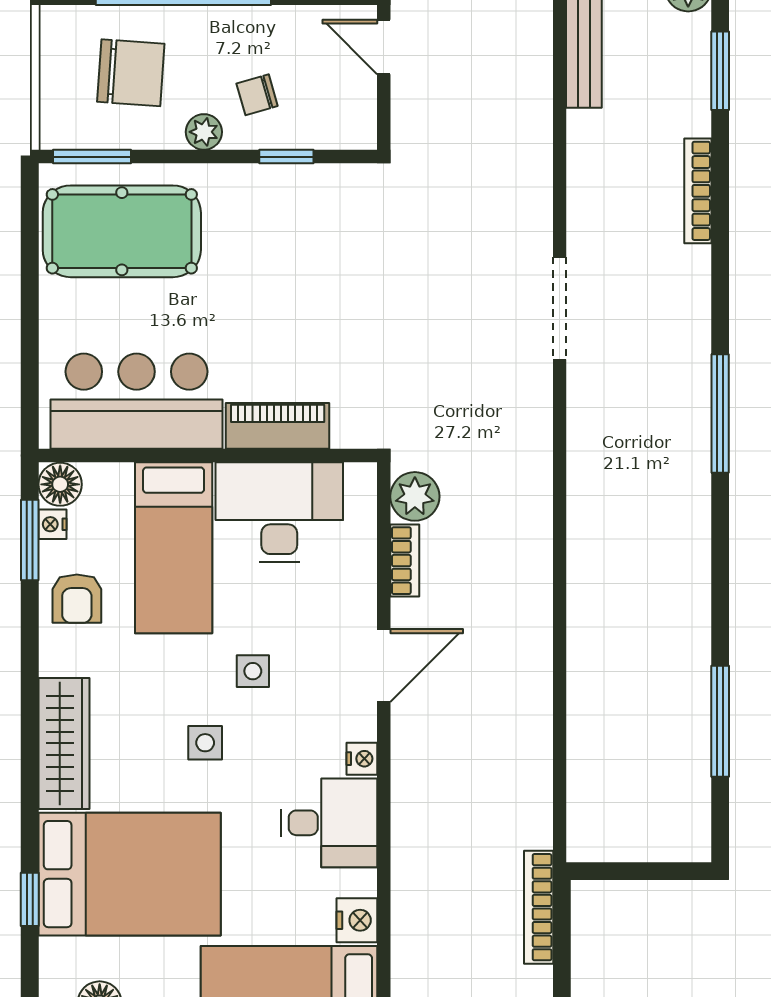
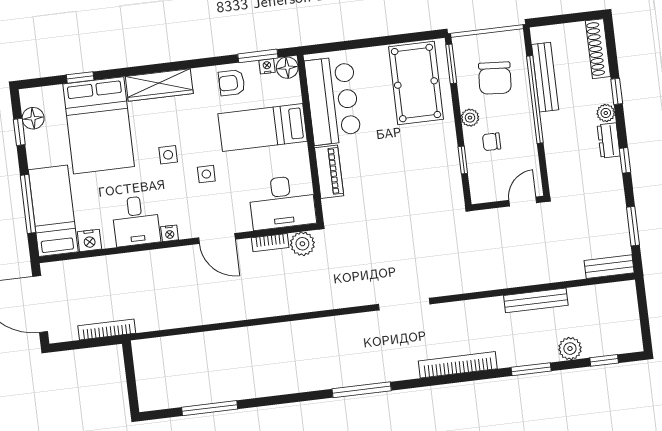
chair: (257, 95) -> (492, 142), turned -74
bookcase: (698, 191) -> (458, 365), width x1.48, depth x1.31
desk: (279, 512) -> (282, 202), moved, turned 90

